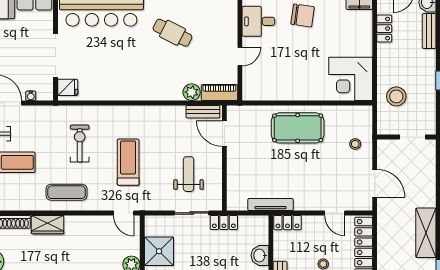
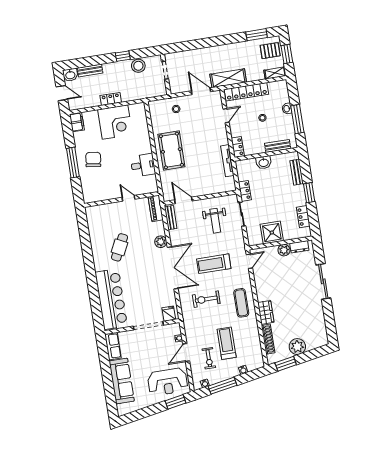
desk: (258, 21) -> (143, 165), moved, turned -90
locker: (384, 29) -> (111, 99), moved
corner desk: (351, 79) -> (115, 122), moved
plant: (192, 92) -> (161, 242), moved
stool: (396, 96) -> (138, 66), moved
double door: (132, 103) -> (173, 268), added
door: (224, 134) -> (183, 200), swing flipped
weight bench: (189, 174) -> (215, 221), turned -90
door: (375, 183) -> (201, 91), hinge flipped
shelving: (426, 233) -> (228, 78), moved

